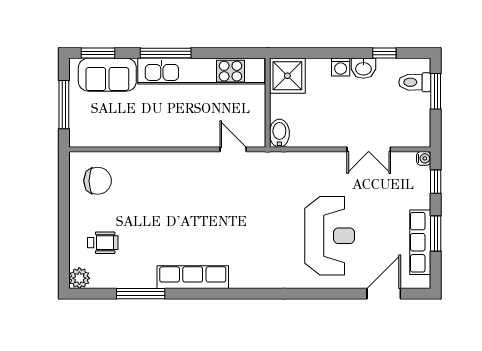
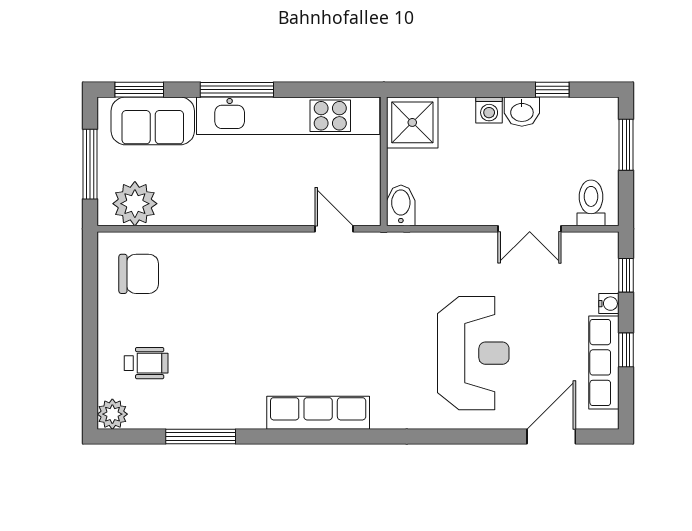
toilet: (415, 82) -> (591, 203), moved, turned 90
plant: (95, 132) -> (135, 204), added
water cooler: (424, 158) -> (609, 304), moved
window: (436, 233) -> (626, 350), width x0.67
row of seats: (193, 277) -> (318, 413), moved

